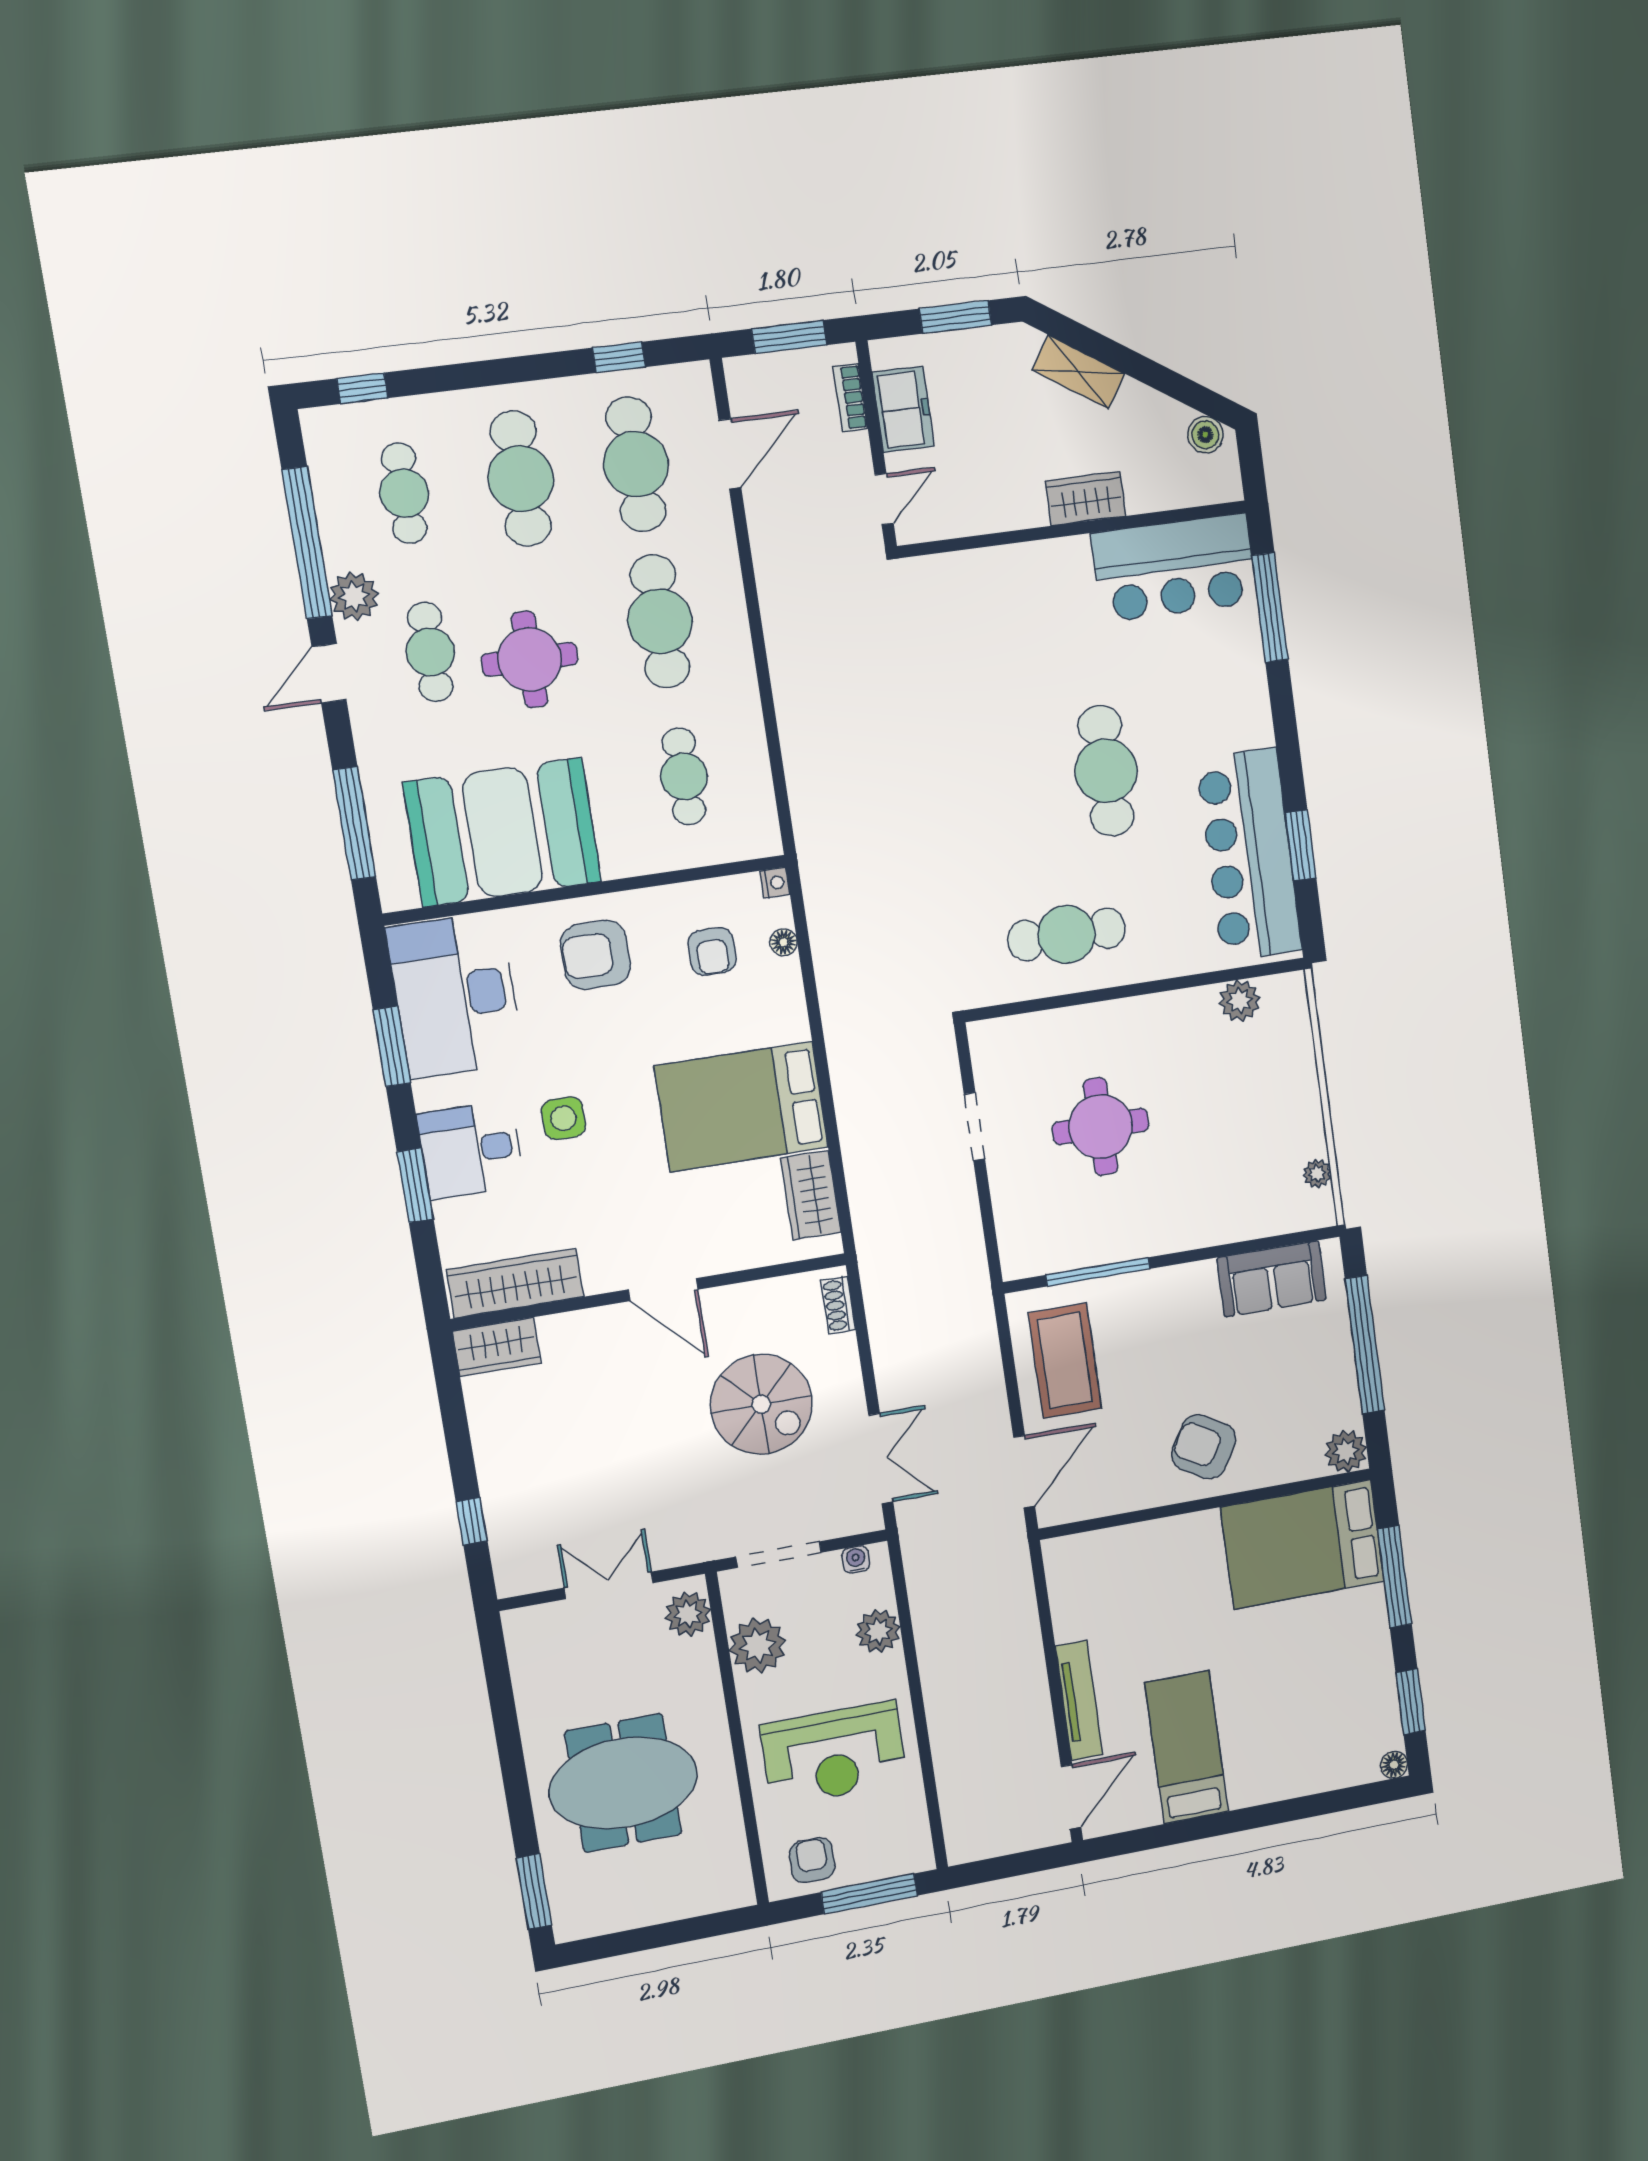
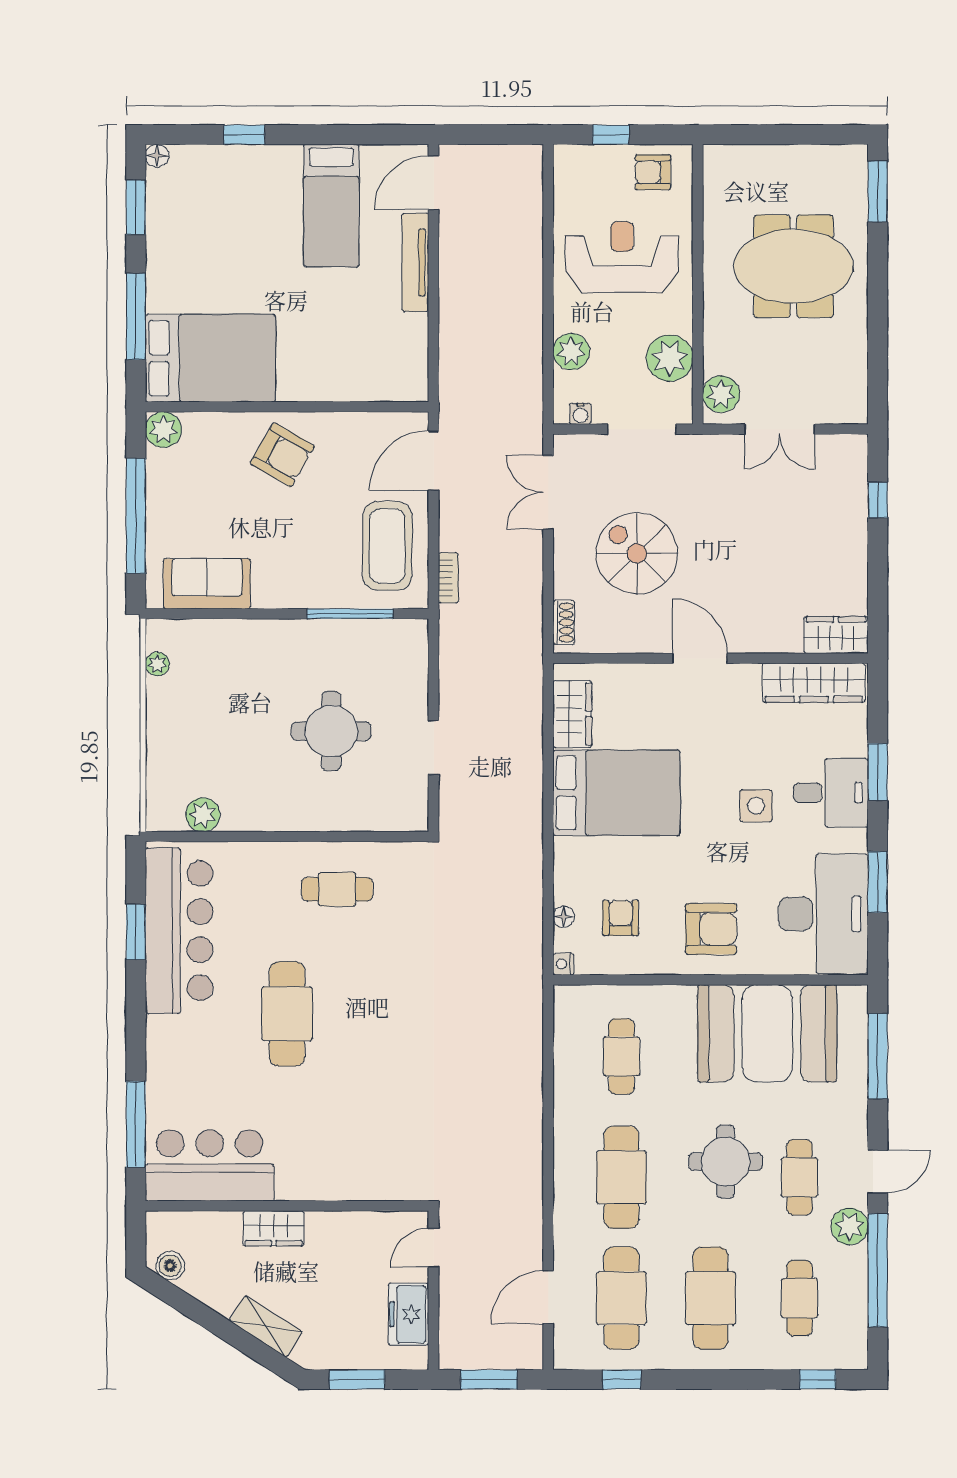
bookcase: (850, 398) -> (448, 578), moved
cafe table: (1067, 934) -> (337, 889), width x0.73, depth x0.74
window: (1298, 1809) -> (244, 135), added
armchair: (812, 1860) -> (653, 172), turned 90
window: (869, 1894) -> (611, 135), width x0.46

